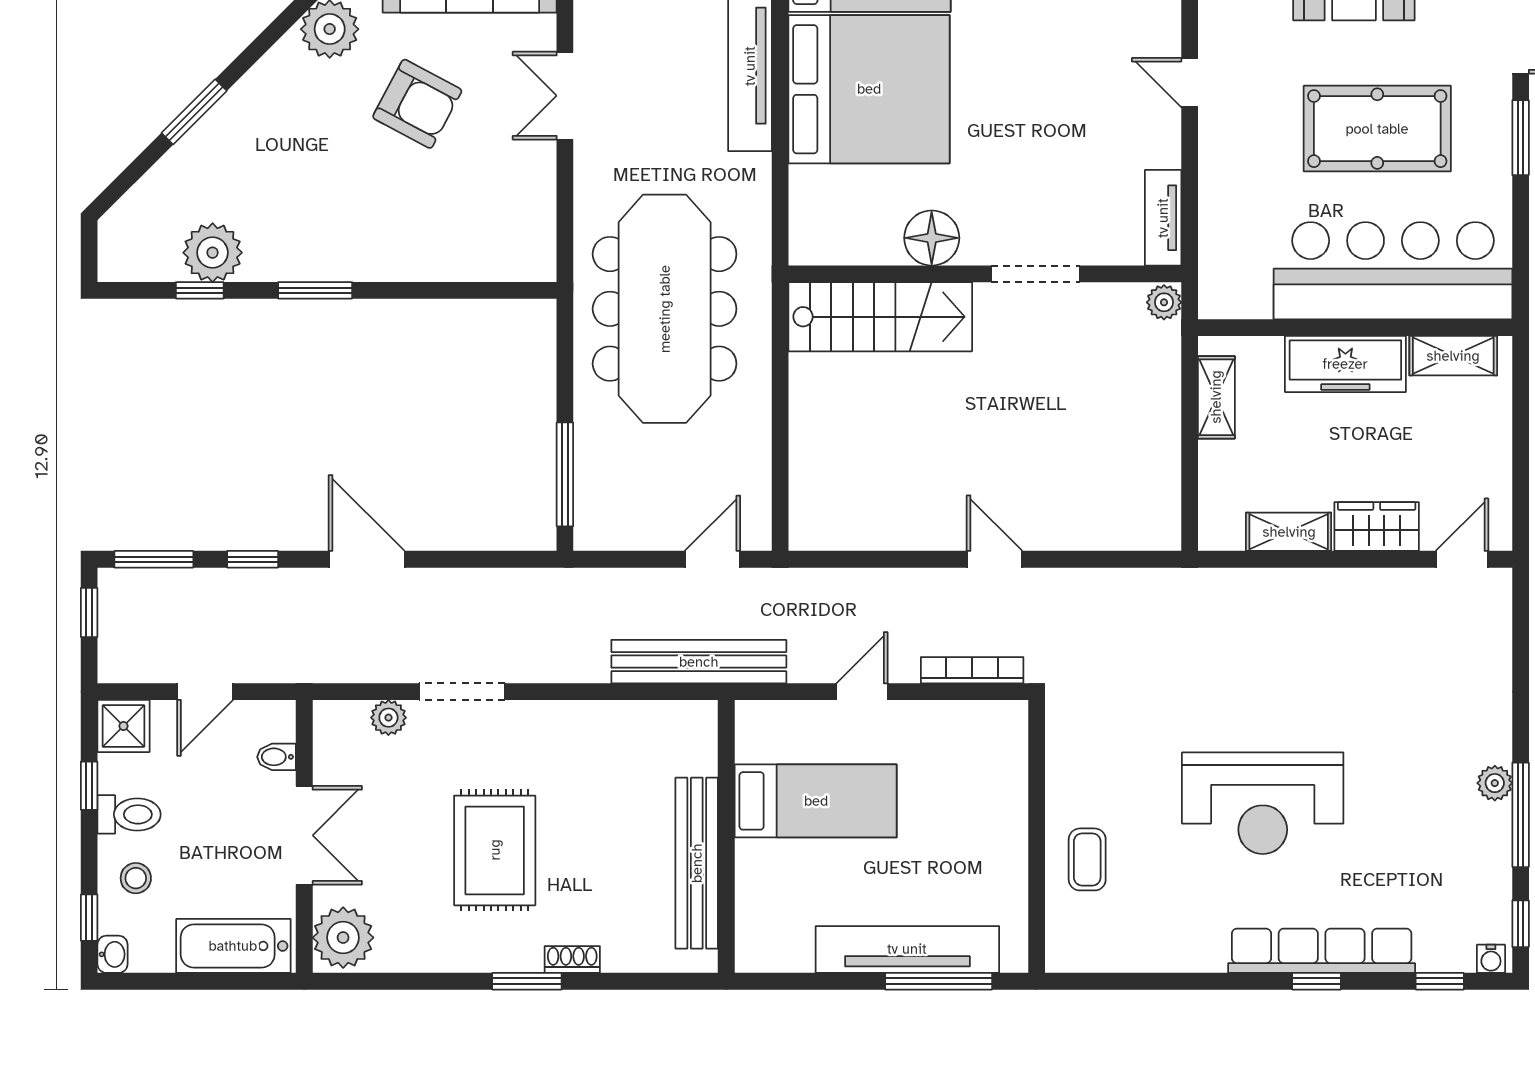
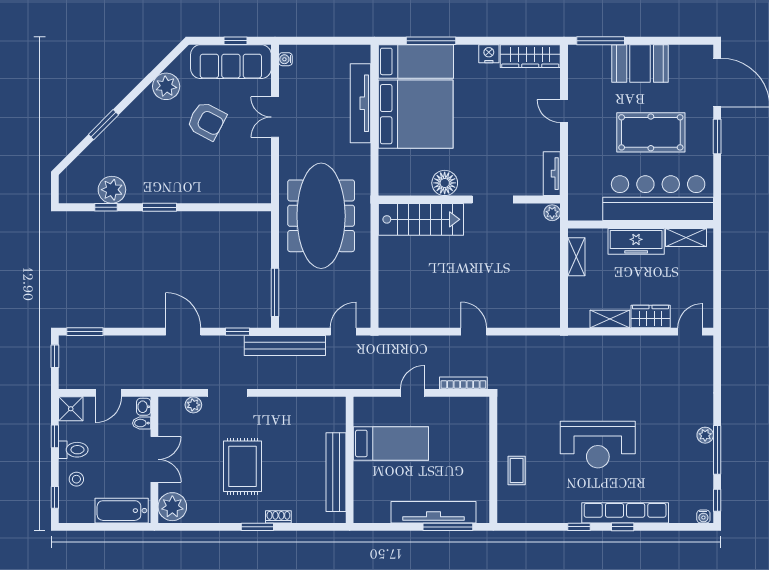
window: (253, 559) -> (238, 332), moved
bench: (699, 662) -> (285, 346), moved
washbasin: (112, 954) -> (144, 407), moved, turned 180
window: (1440, 981) -> (579, 527), moved

